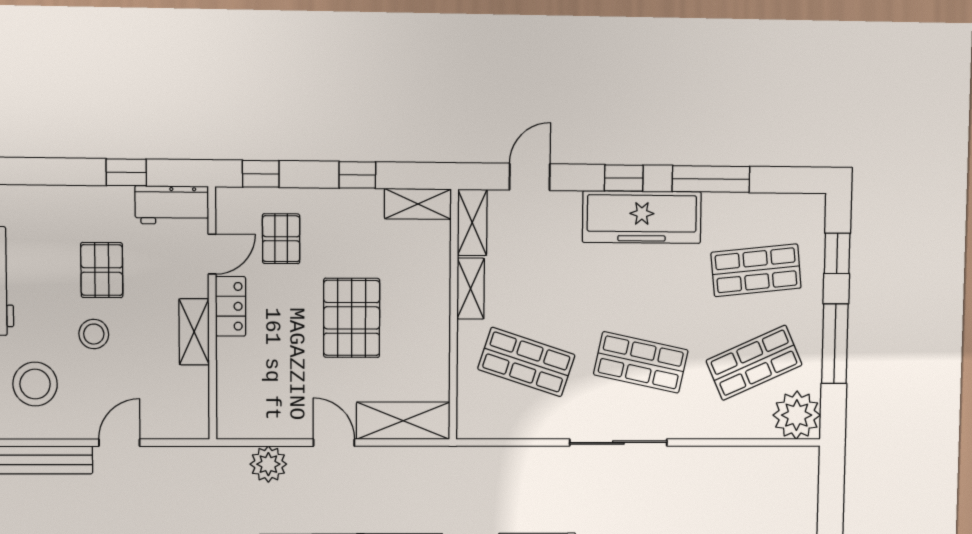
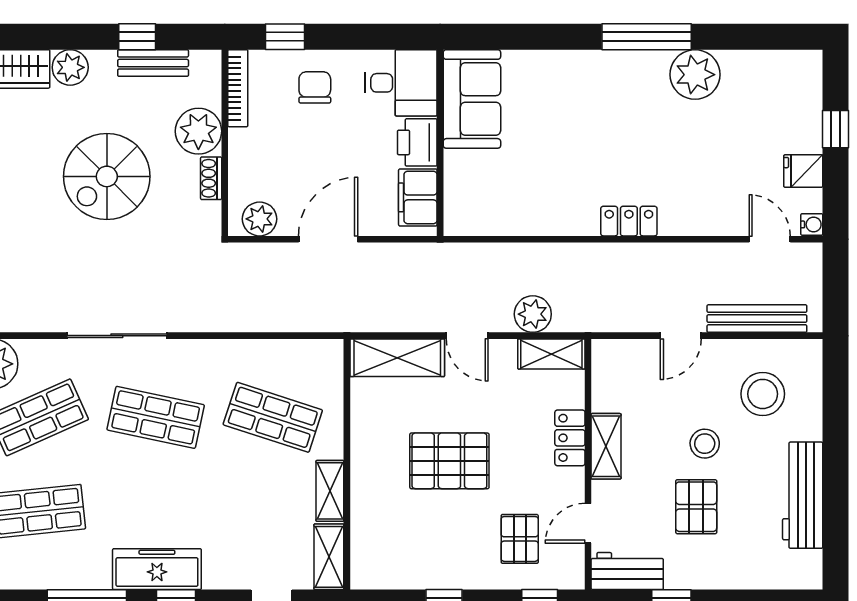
shelving: (418, 204) -> (551, 354), moved
freezer: (642, 217) -> (157, 569), width x0.73, depth x0.79
locker: (231, 306) -> (570, 438), moved
pallet: (352, 318) -> (449, 461), turned 90
sliding door: (618, 443) -> (117, 336), moved

